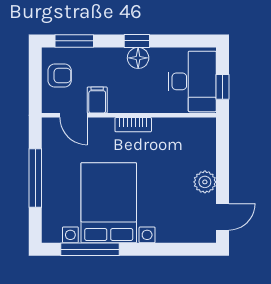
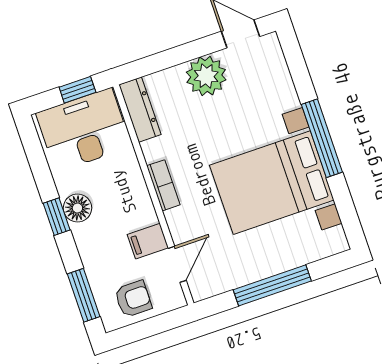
armchair: (60, 75) -> (133, 299), turned 90
dresser: (193, 127) -> (140, 110), added
plant: (205, 182) -> (206, 76), width x1.36, depth x1.36
window: (90, 249) -> (322, 138), moved

